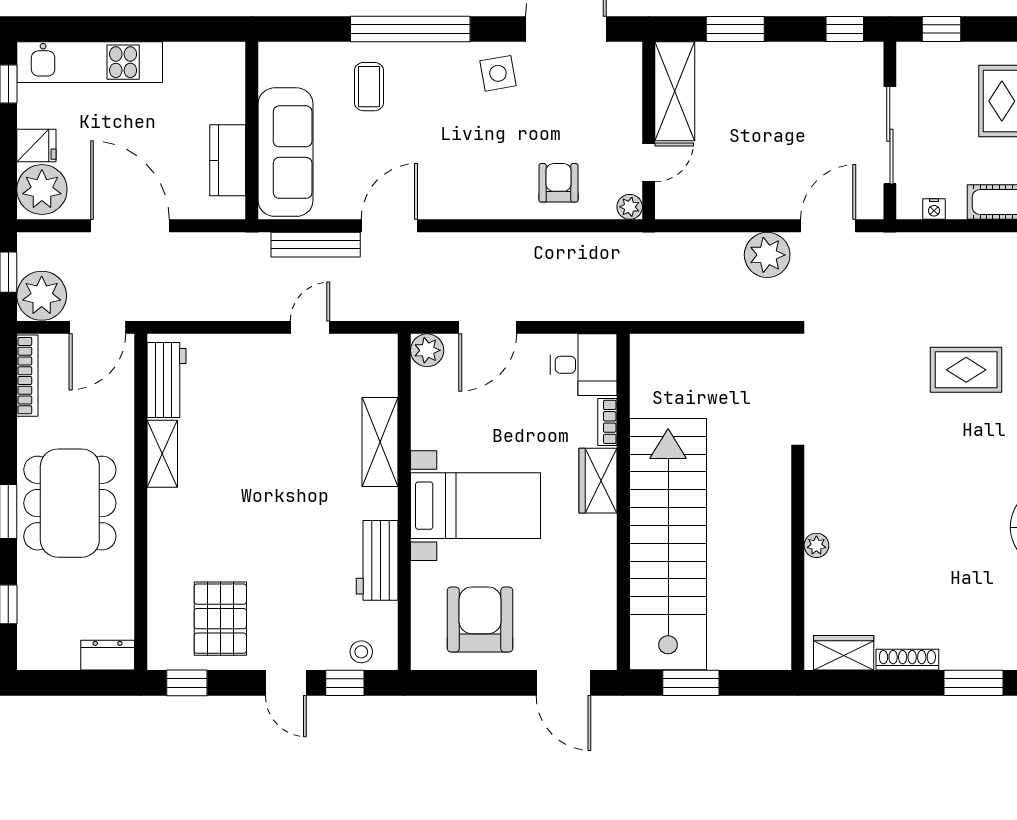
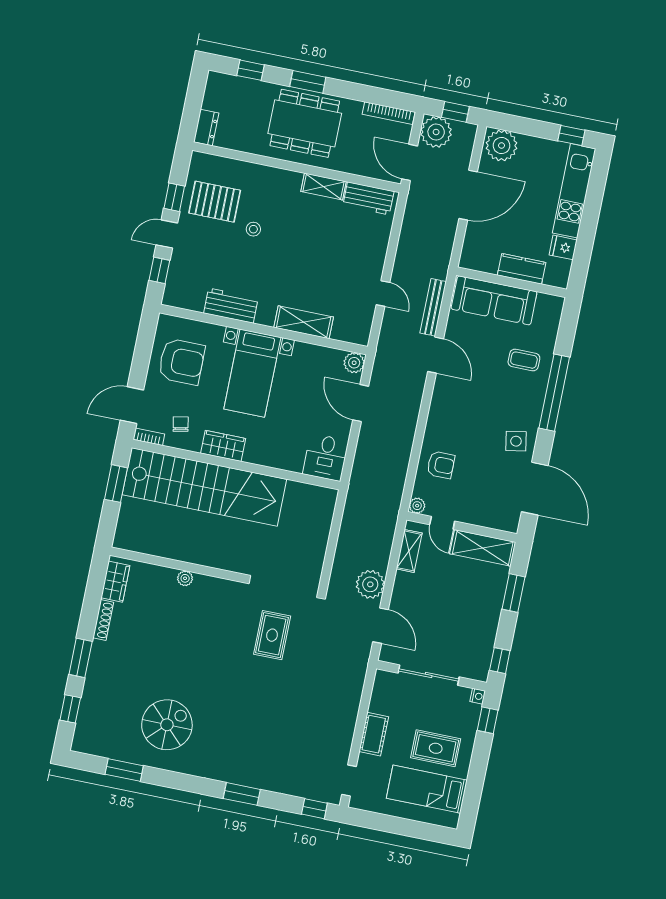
fridge: (36, 146) -> (563, 247), moved, turned 90
kitchen counter: (228, 160) -> (522, 269), moved
shelving: (703, 205) -> (409, 551), added
nightstand: (934, 209) -> (478, 696), moved, turned 180
rug: (966, 370) -> (272, 635), moved
bookcase: (607, 422) -> (149, 437), moved
wardrobe: (598, 481) -> (223, 446), moved
chair: (578, 601) -> (181, 424), added
stool: (361, 652) -> (253, 229), moved
window: (187, 683) -> (174, 197), moved

